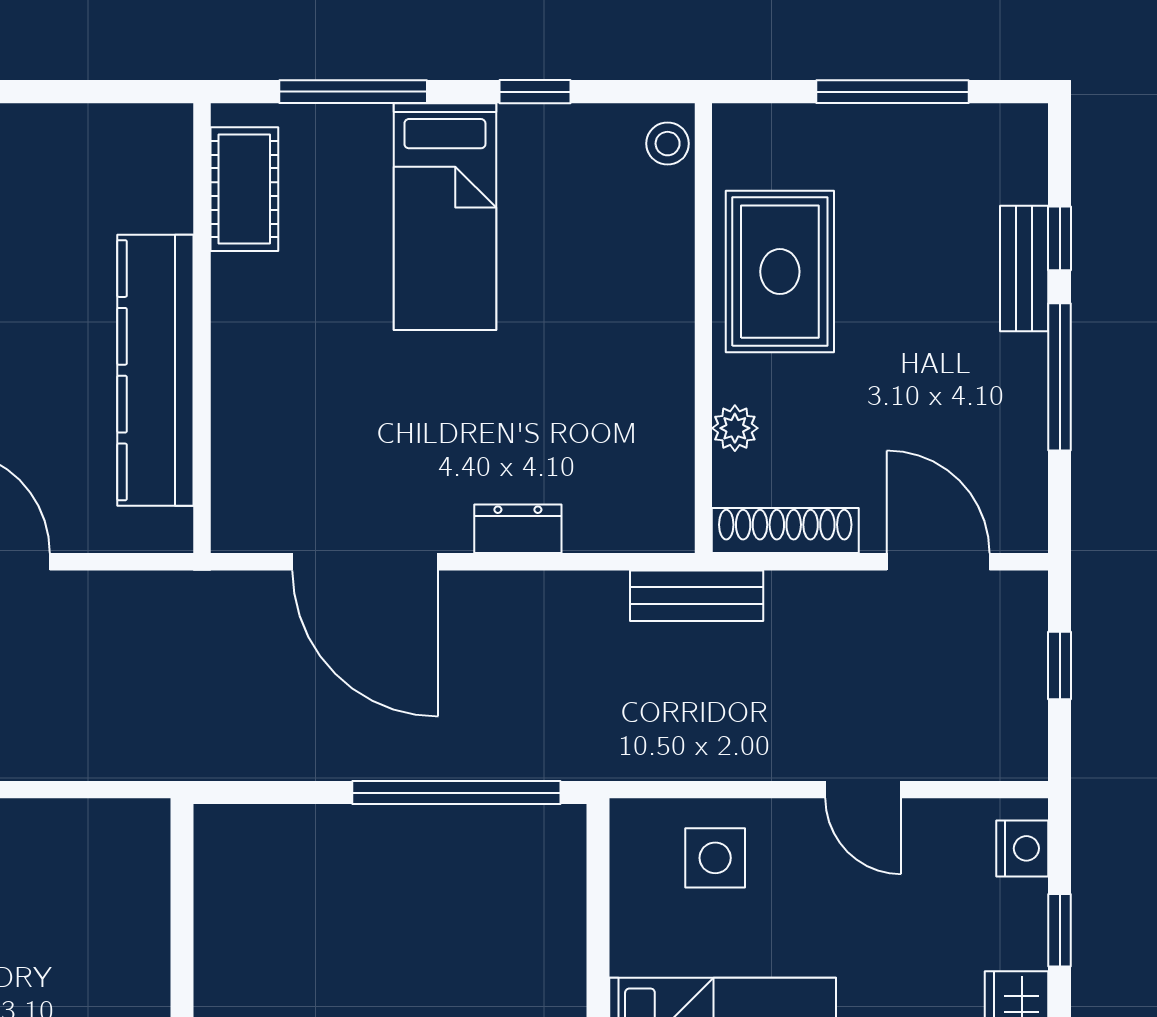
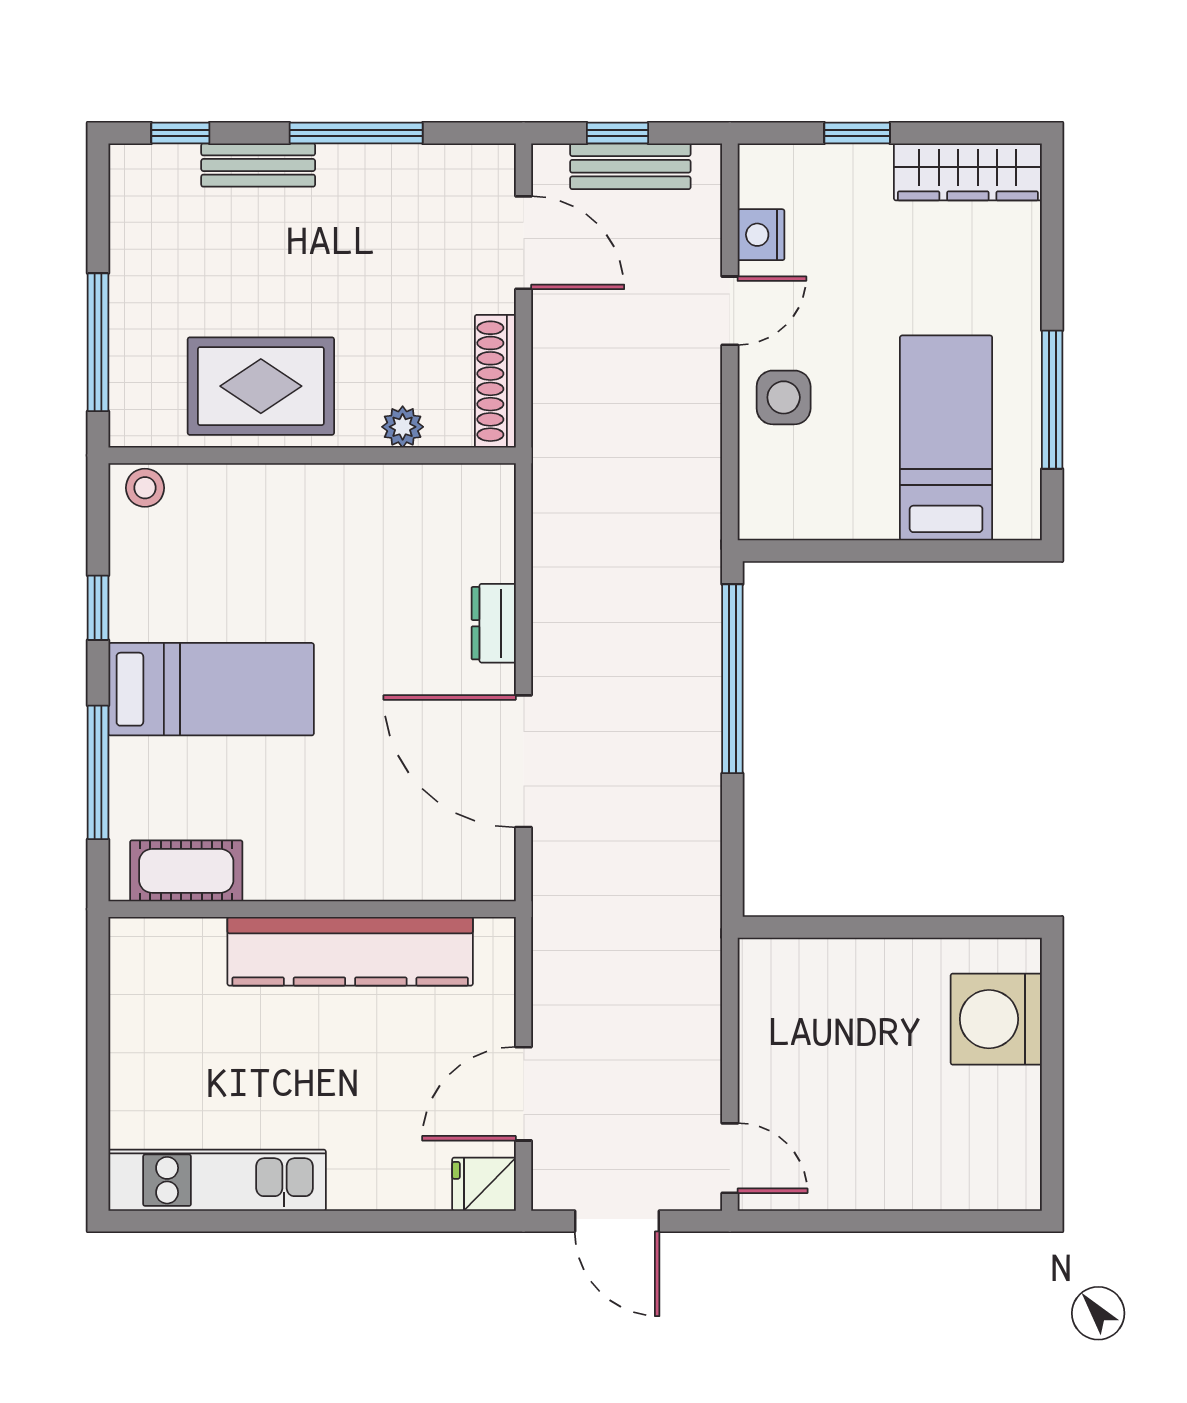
window: (893, 92) -> (98, 342), moved
window: (1060, 238) -> (180, 133), moved
door: (365, 562) -> (524, 761), swing flipped
door: (938, 562) -> (524, 243), swing flipped
bench: (697, 596) -> (630, 166), moved, turned 90
nightstand: (1022, 848) -> (761, 235), moved, turned -90
side table: (715, 858) -> (784, 397), moved

